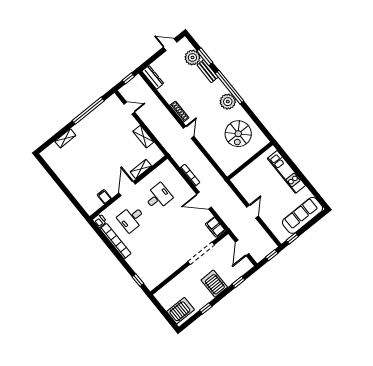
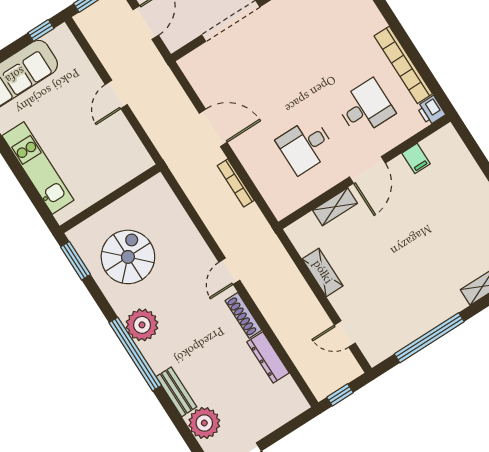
window: (205, 57) -> (75, 261), moved
dresser: (153, 77) -> (268, 357), moved
filing cabinet: (215, 227) -> (196, 71), removed

